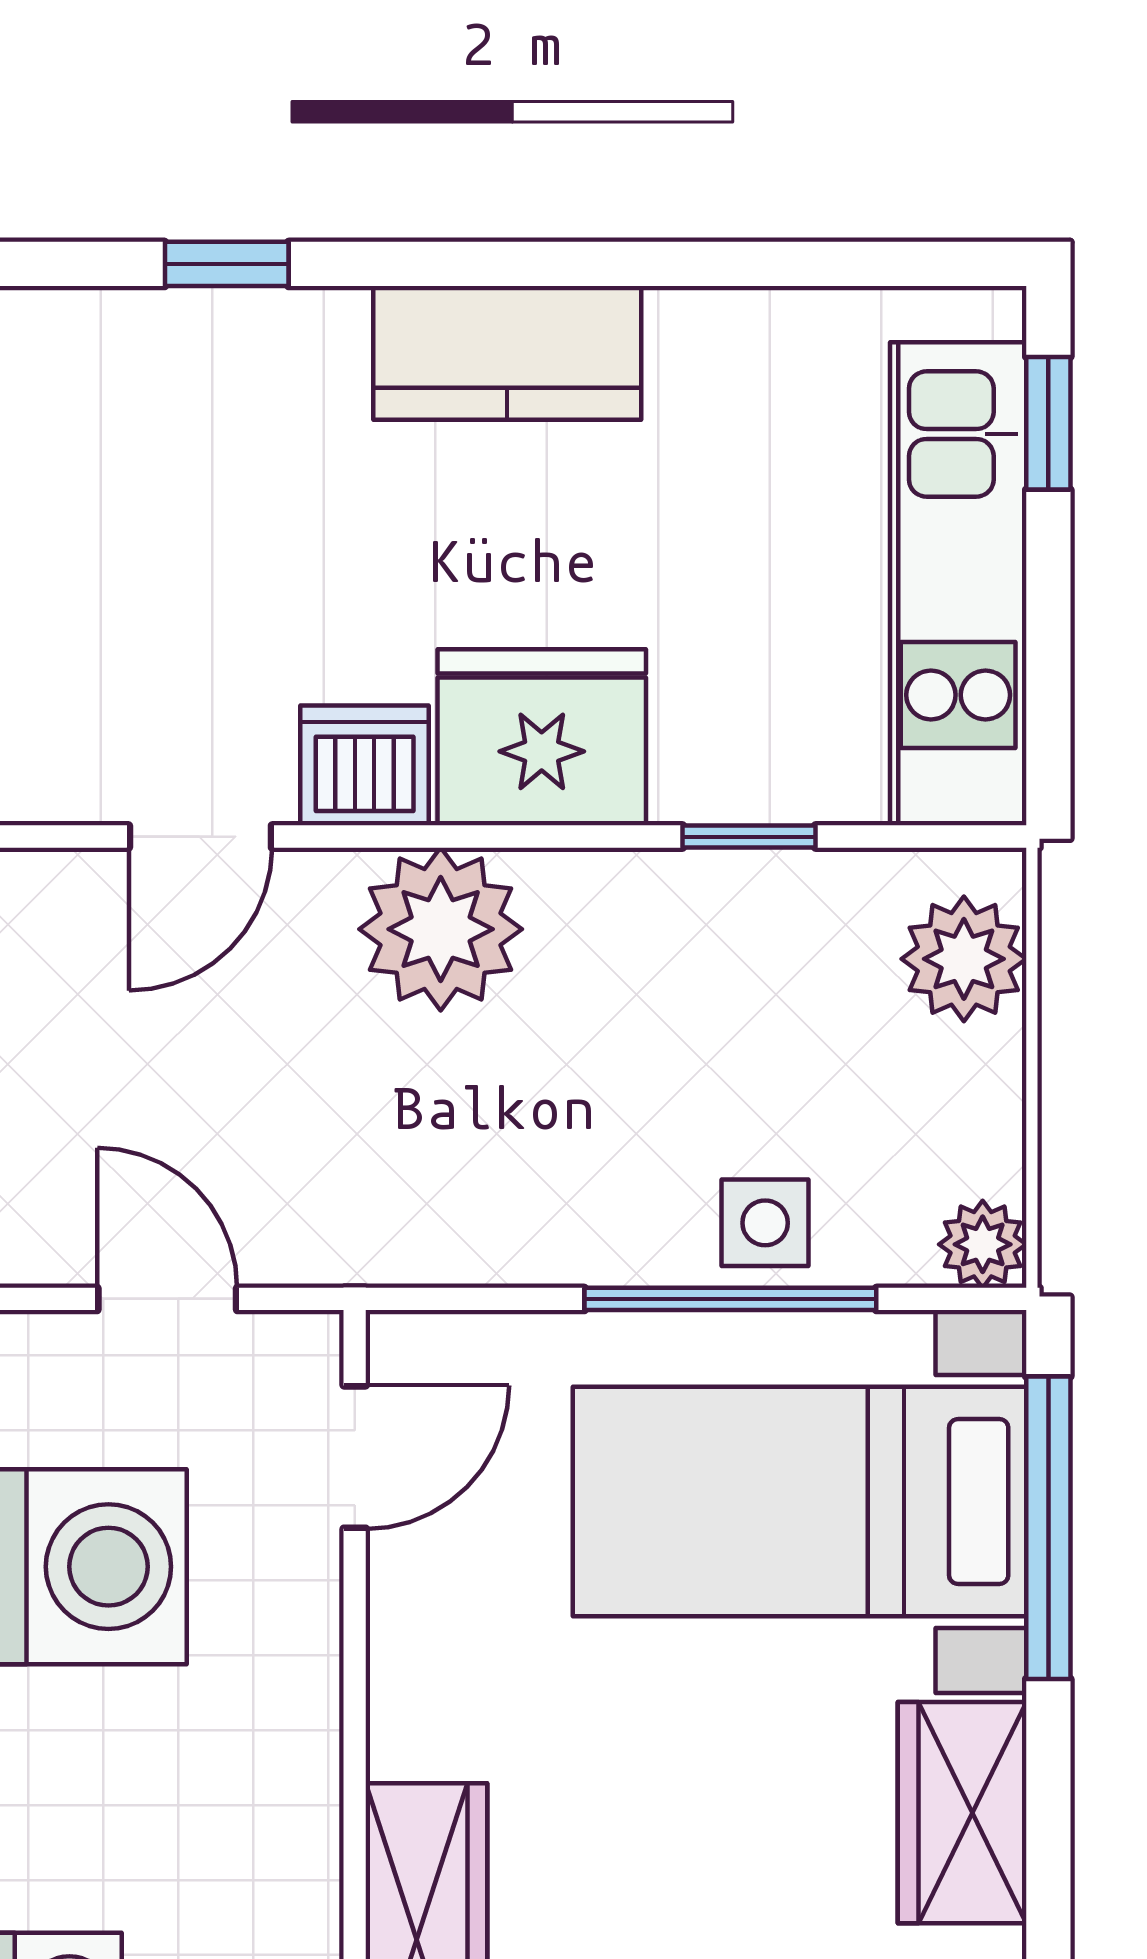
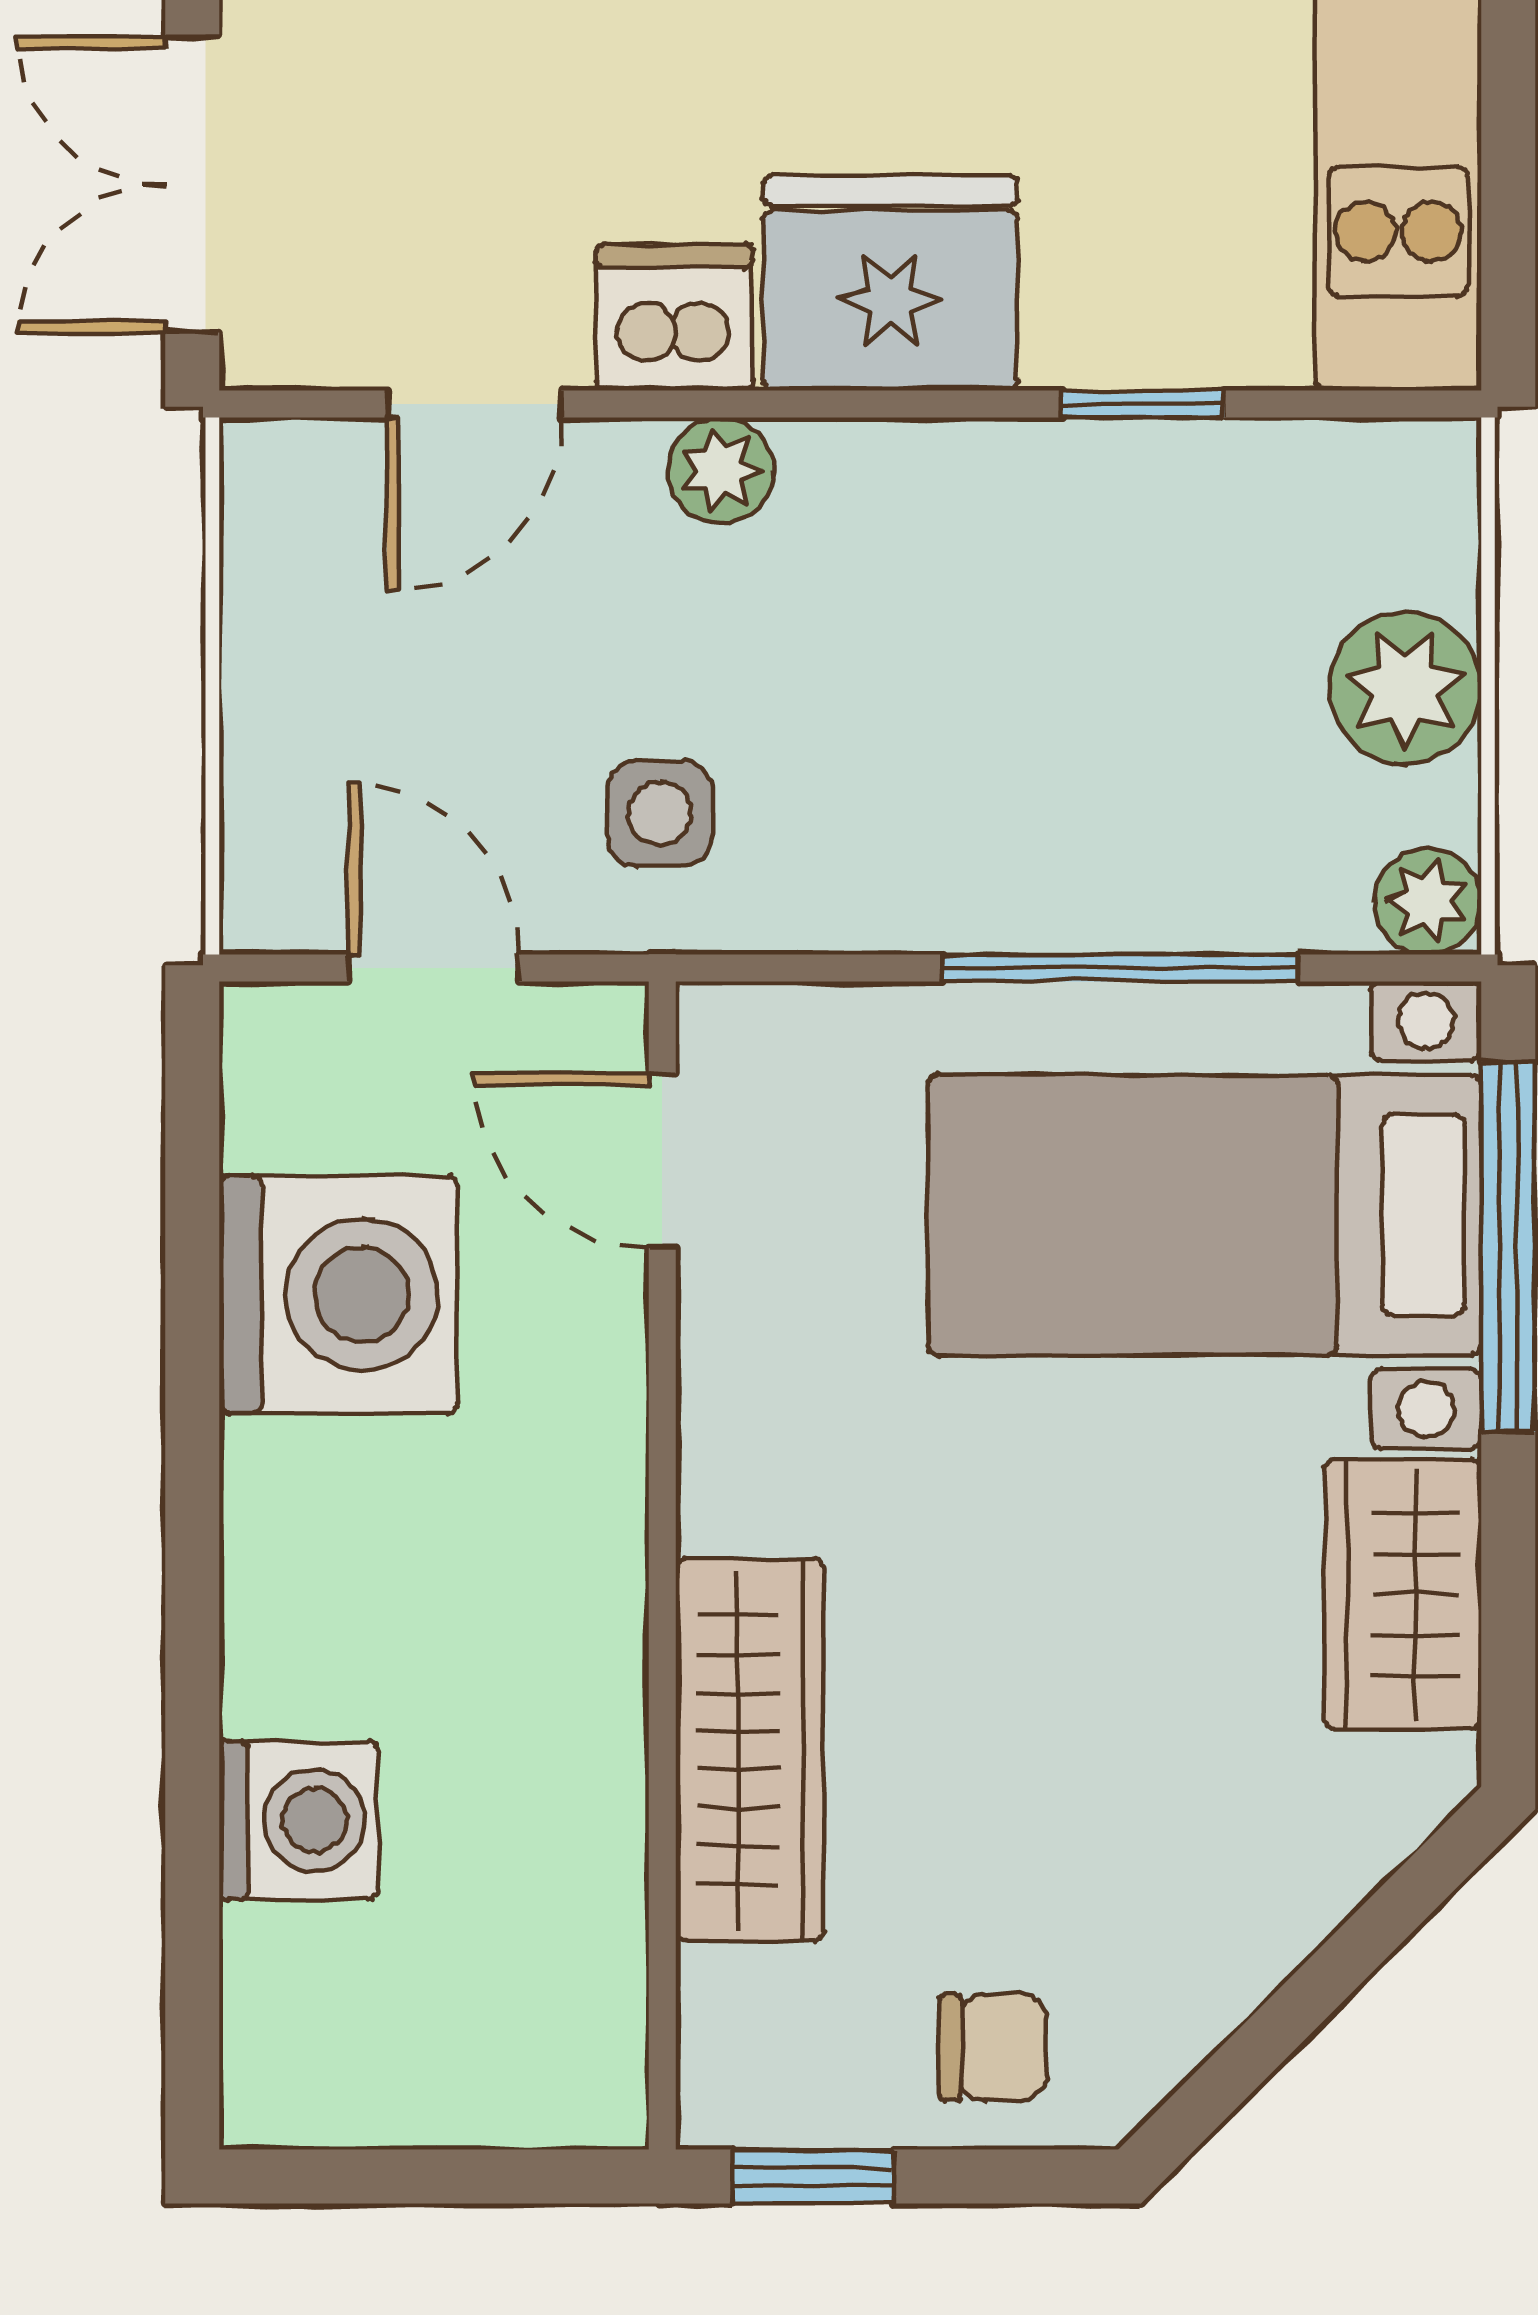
plant: (441, 929) -> (721, 470), width x0.53, depth x0.53
plant: (964, 959) -> (1405, 689), moved
side table: (765, 1223) -> (660, 813), moved
door: (355, 1457) -> (662, 1161), swing flipped

